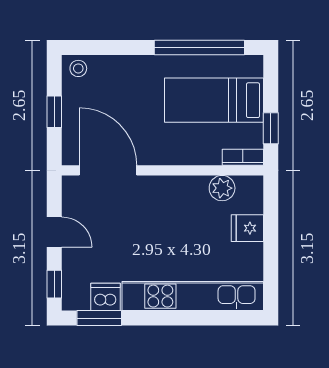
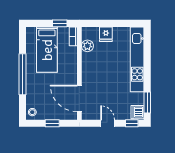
window: (199, 47) -> (23, 74), moved
door: (108, 170) -> (79, 98), hinge flipped
door: (54, 232) -> (108, 123), hinge flipped
dishwasher: (106, 297) -> (138, 112), moved

